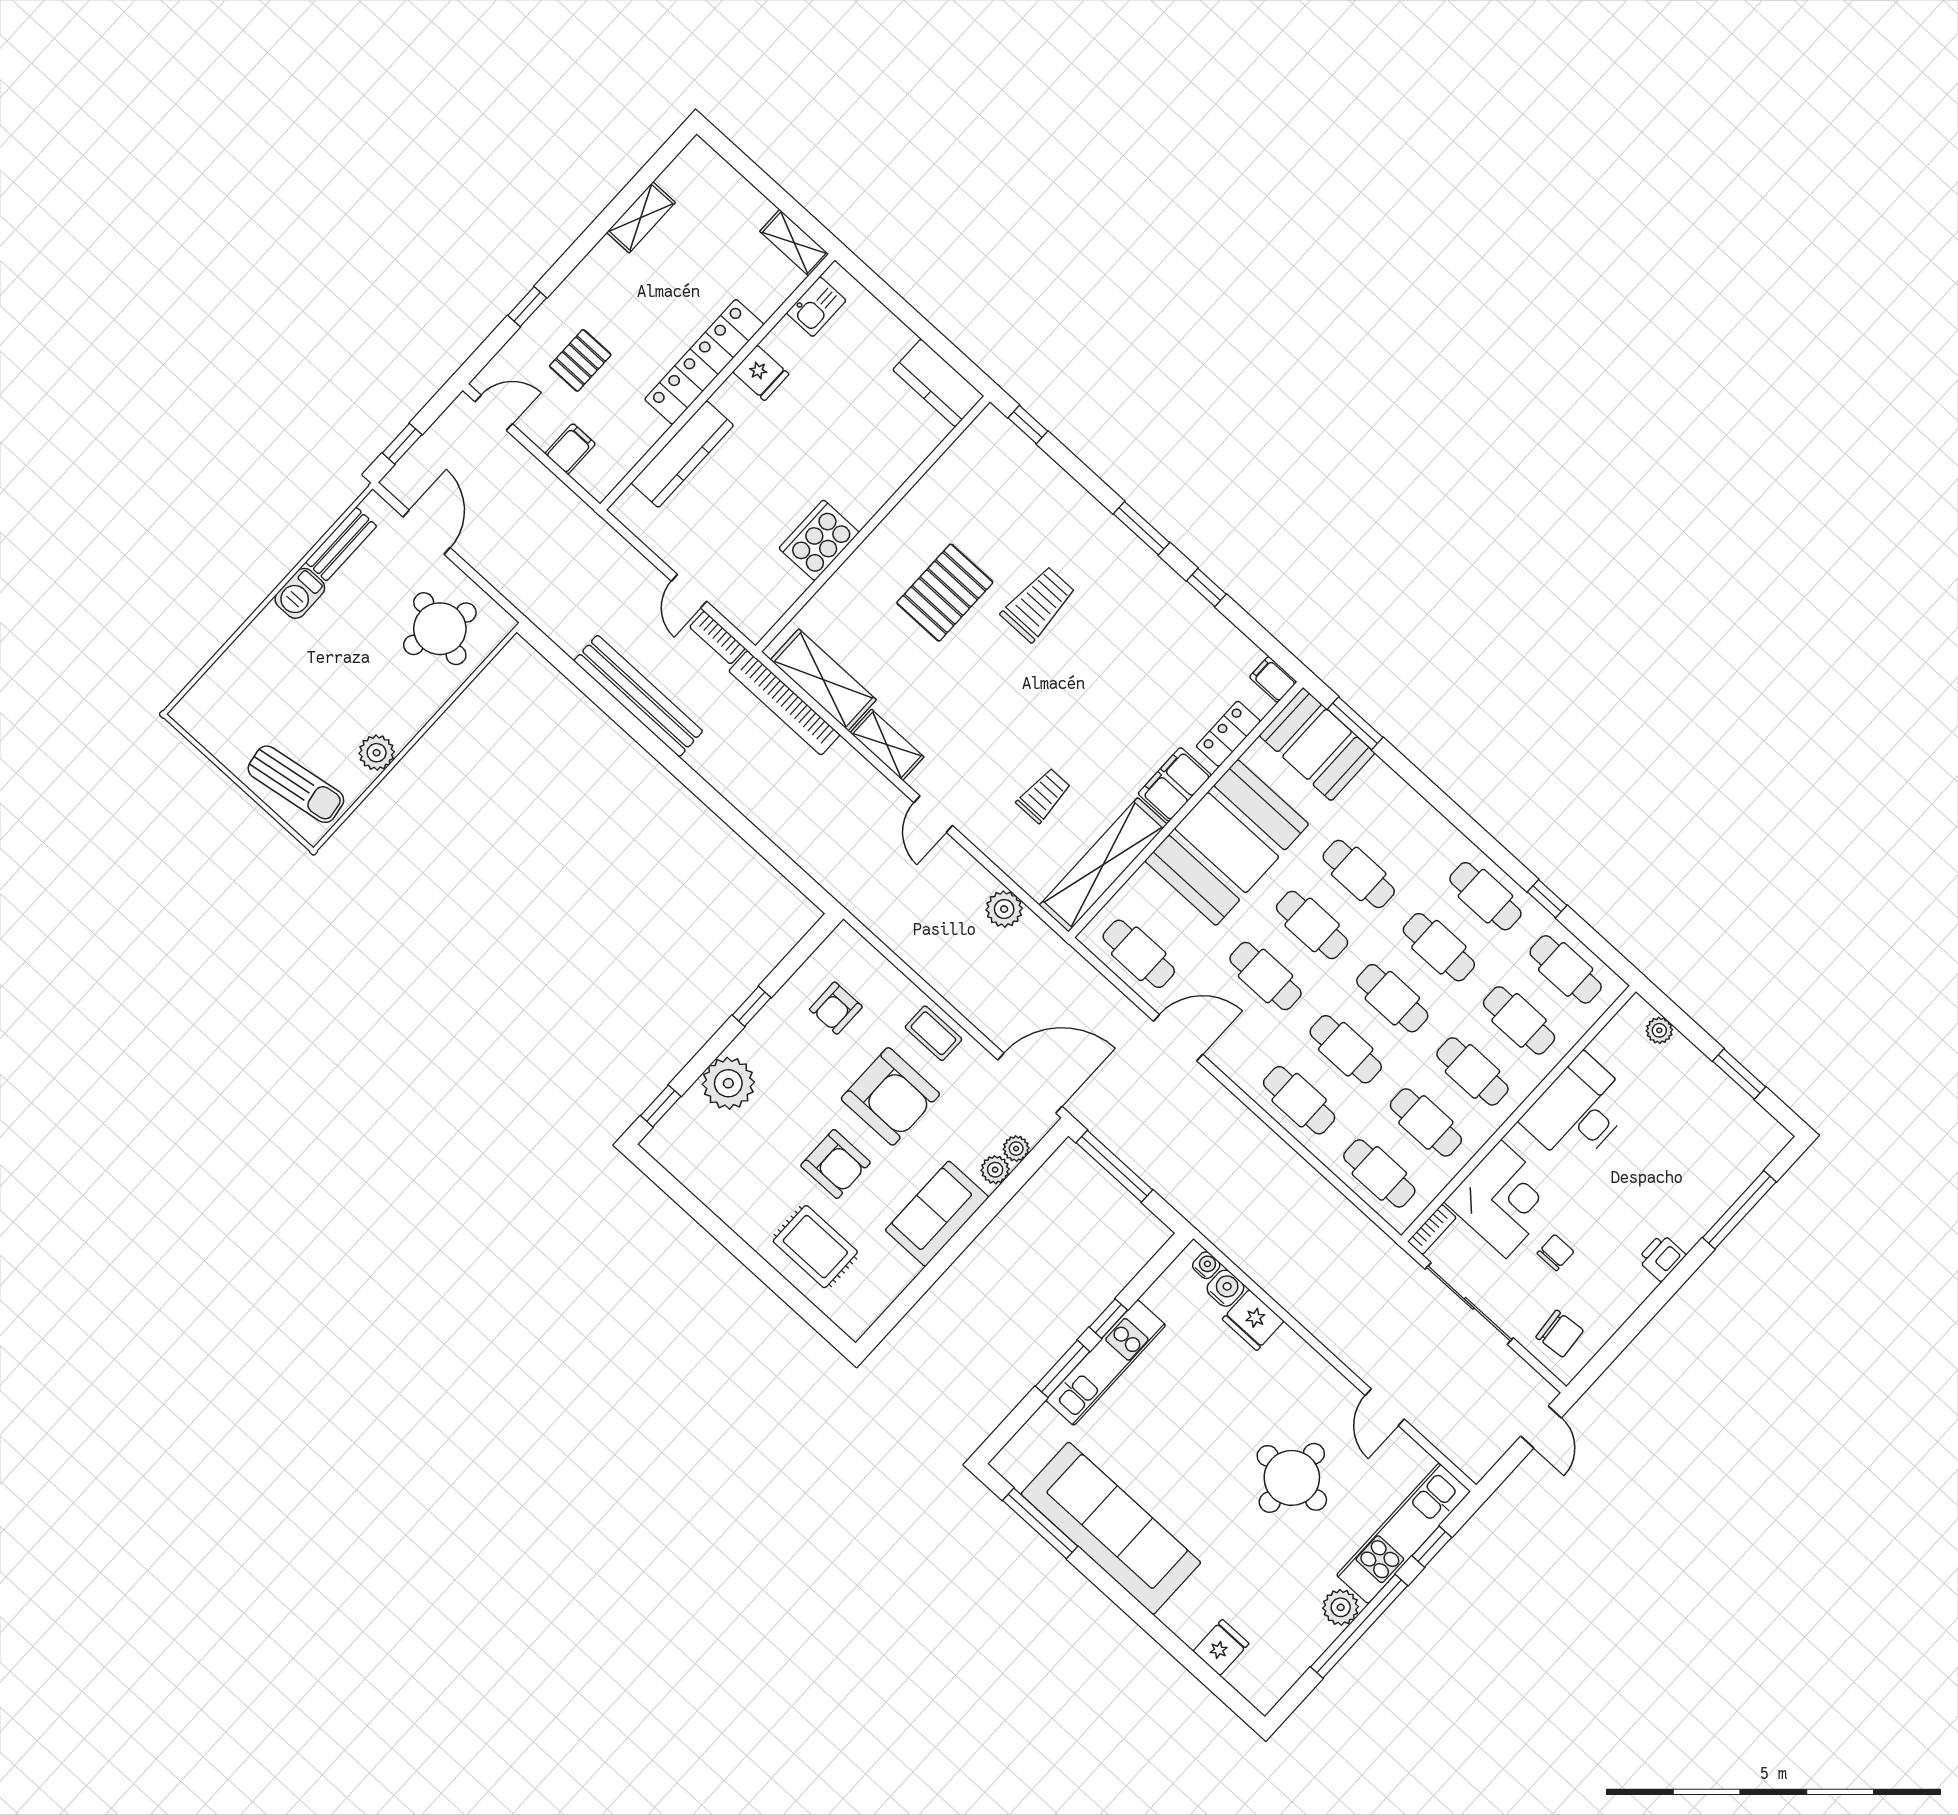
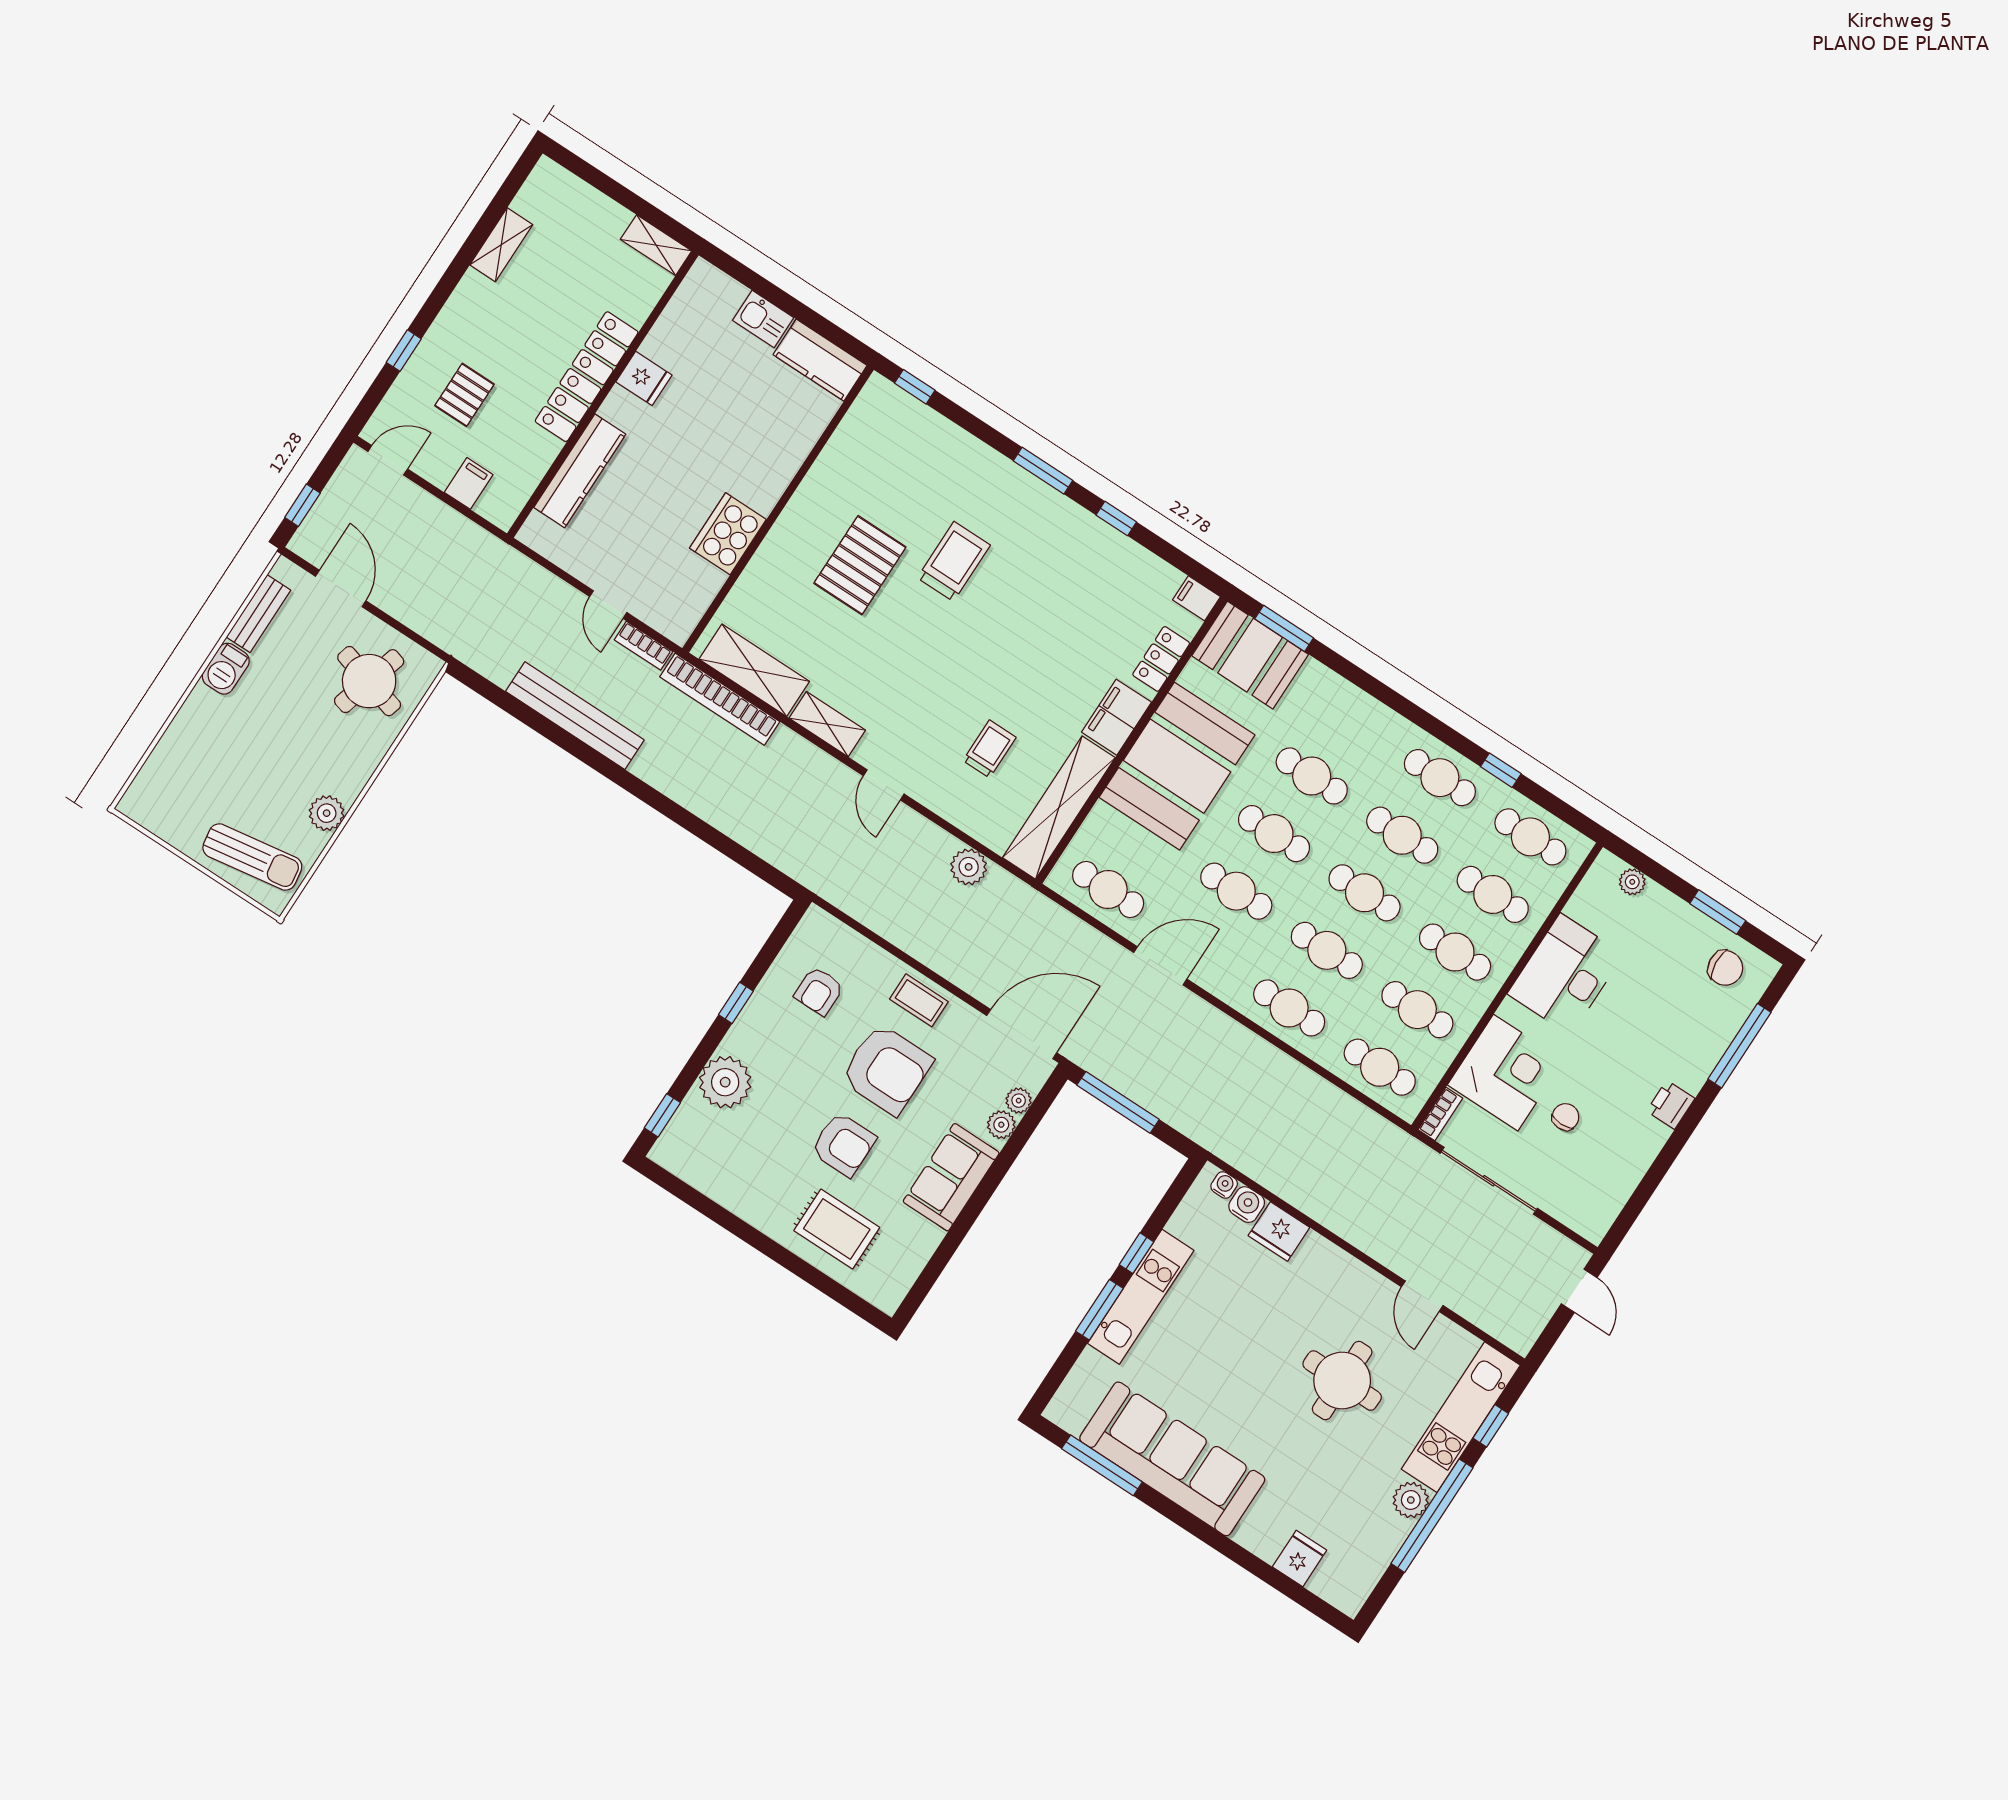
kitchen sink: (816, 307) -> (763, 319), moved, turned 90
chair: (1560, 1334) -> (1725, 968), moved

